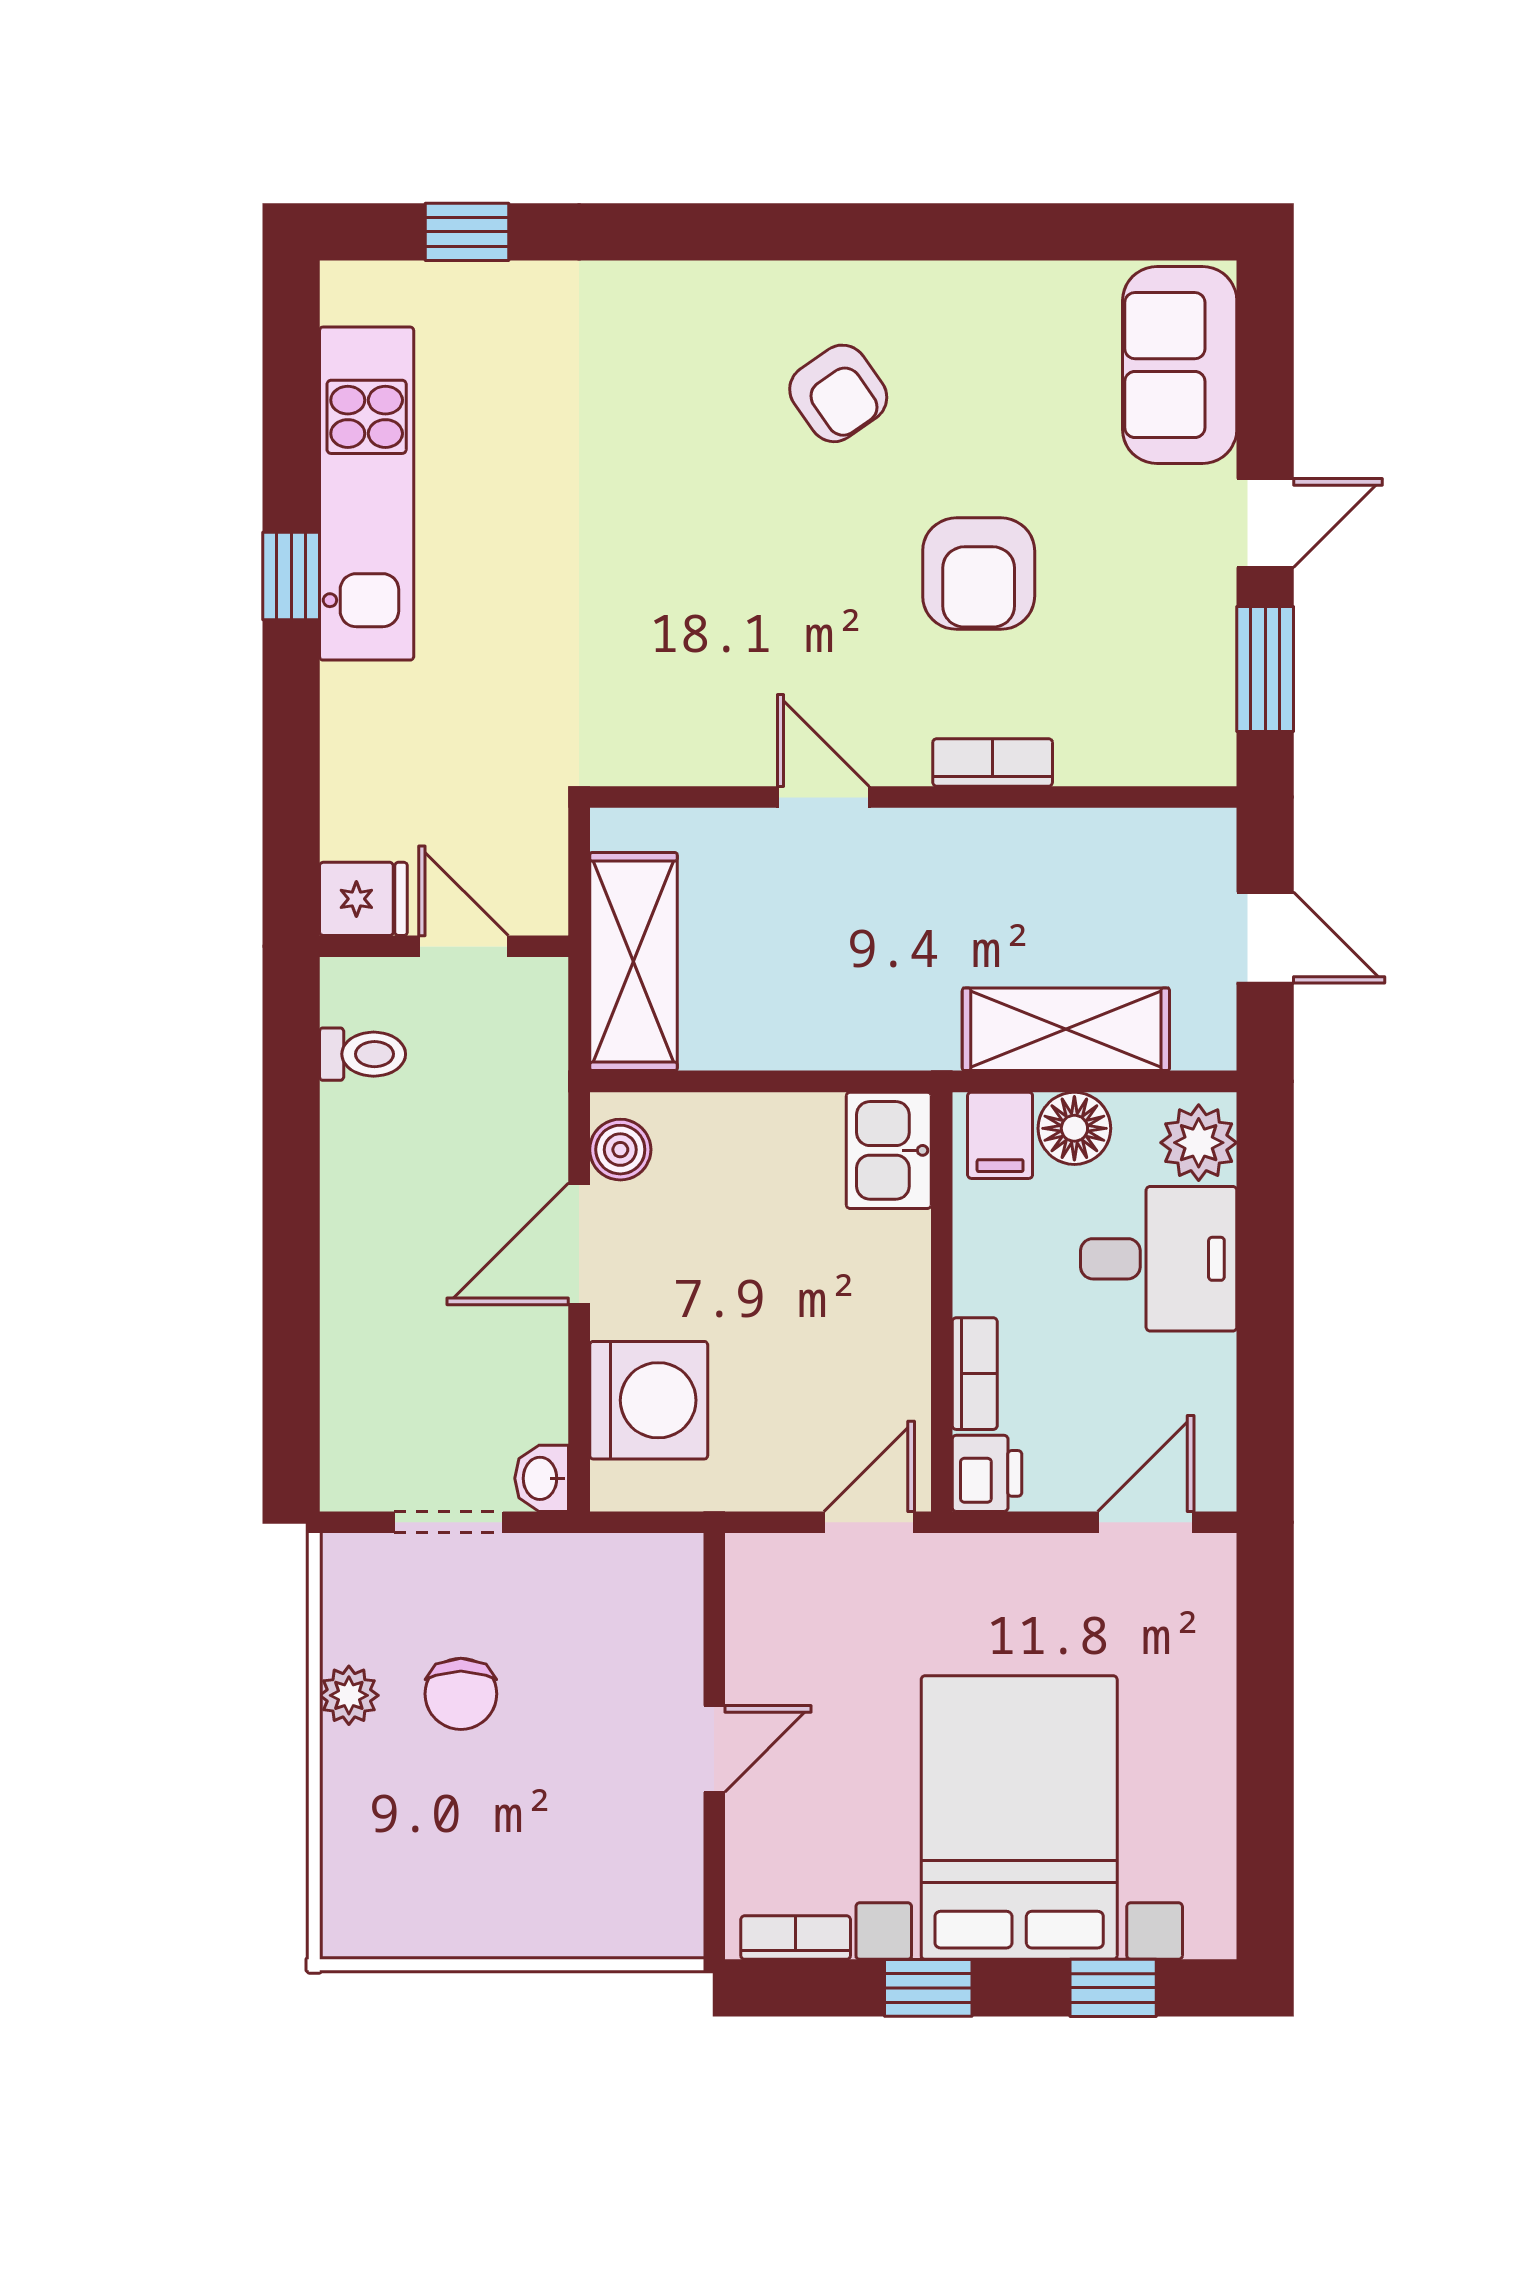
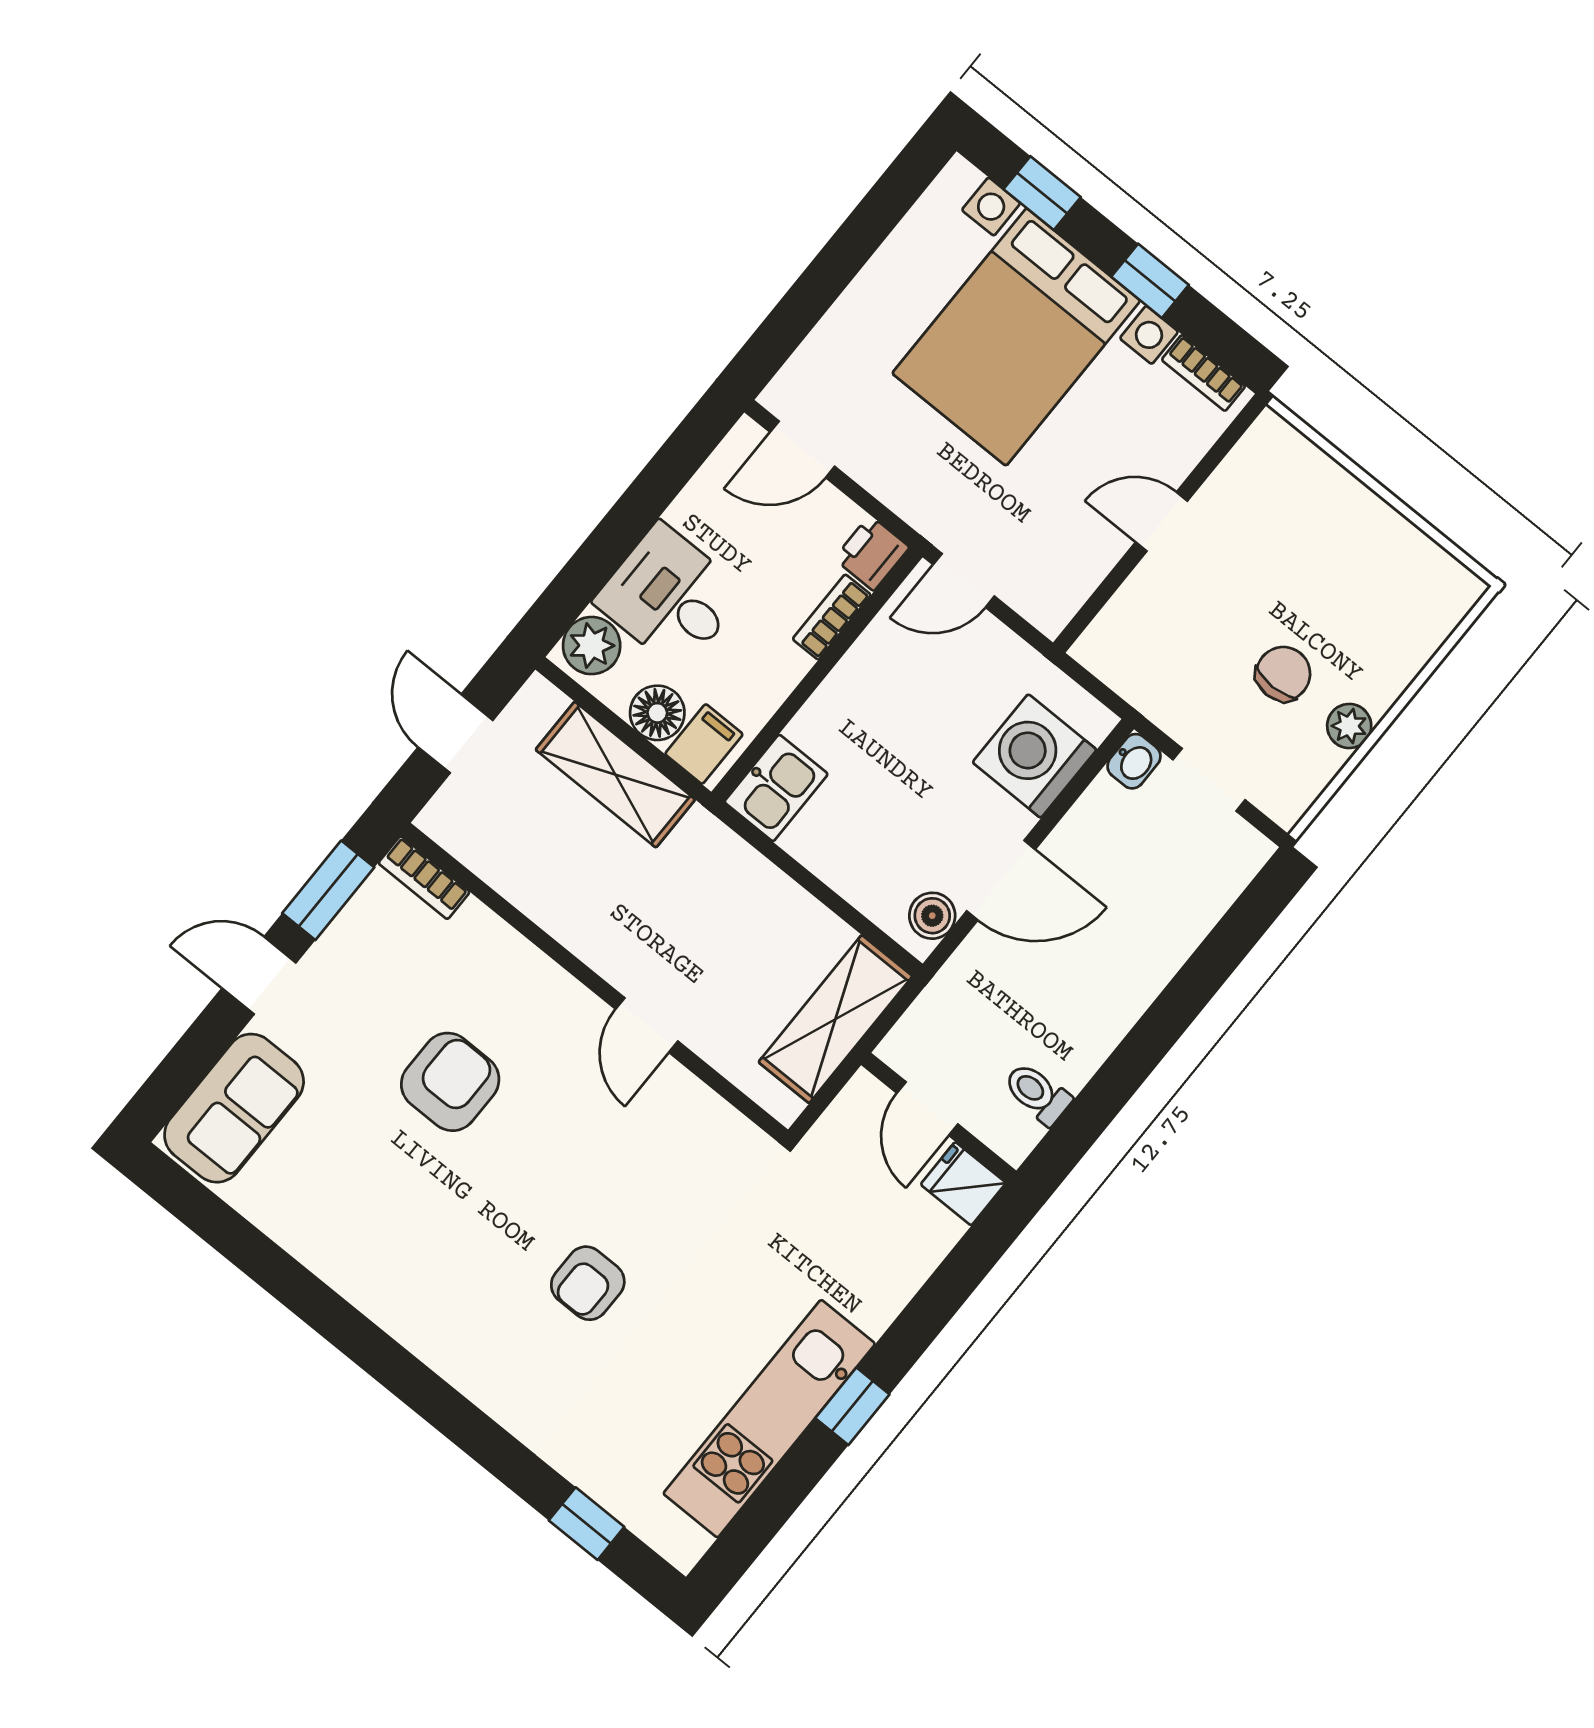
armchair: (838, 393) -> (588, 1283), moved, turned -145
bookcase: (993, 762) -> (424, 878), moved

